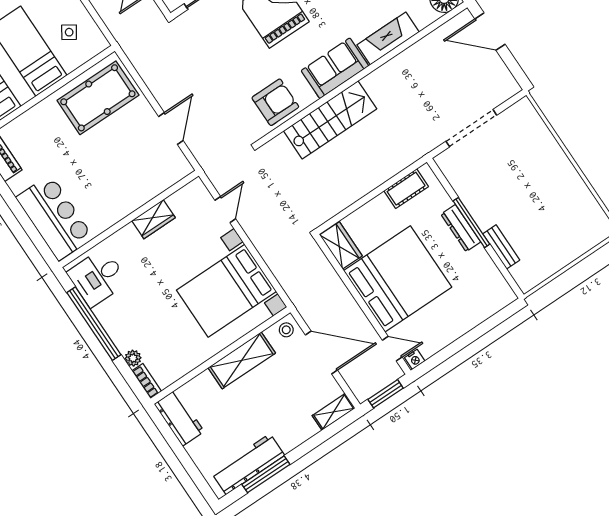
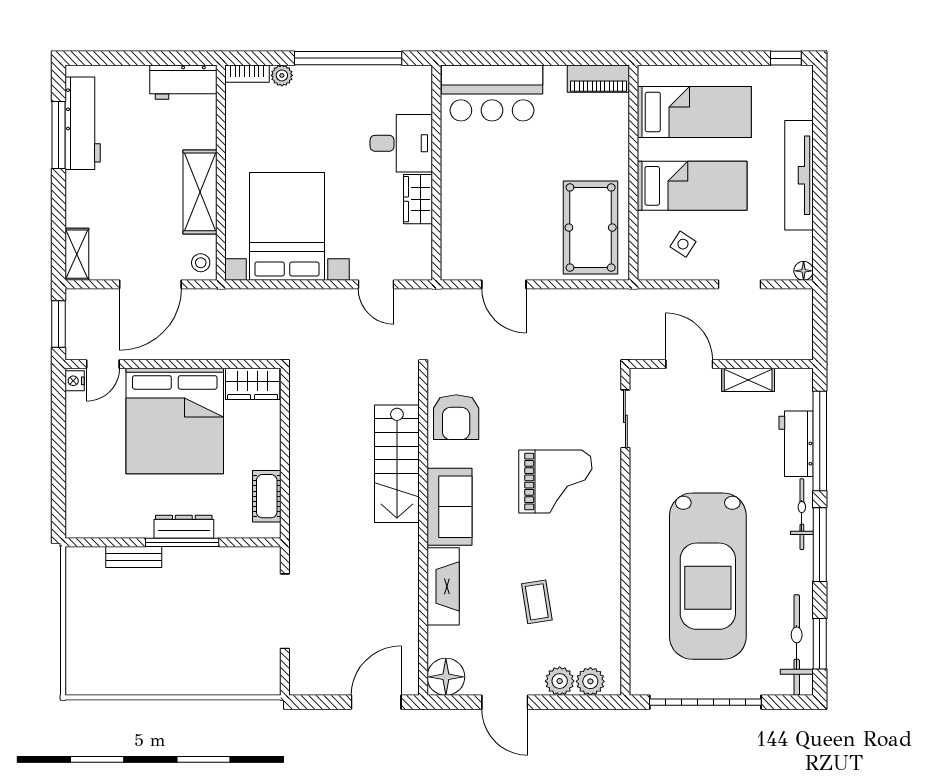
desk: (98, 277) -> (401, 143), moved, turned 90

